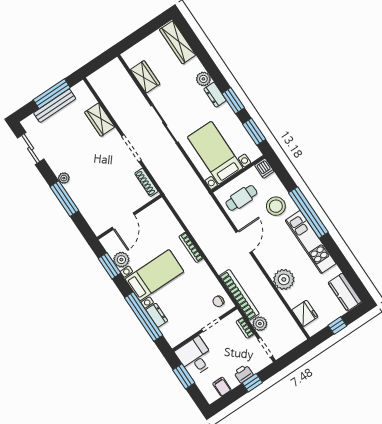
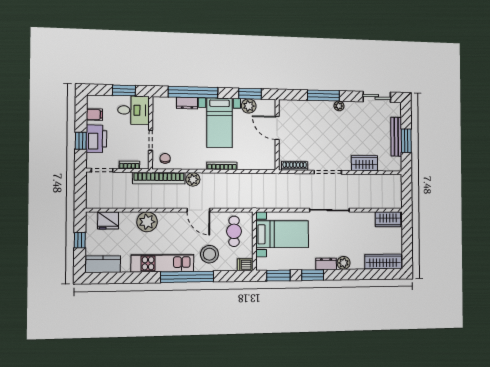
wardrobe: (145, 77) -> (388, 219), moved
window: (52, 94) -> (406, 141), width x0.69
plant: (260, 324) -> (193, 179), moved
printer: (243, 374) -> (96, 139), width x1.87, depth x1.48

